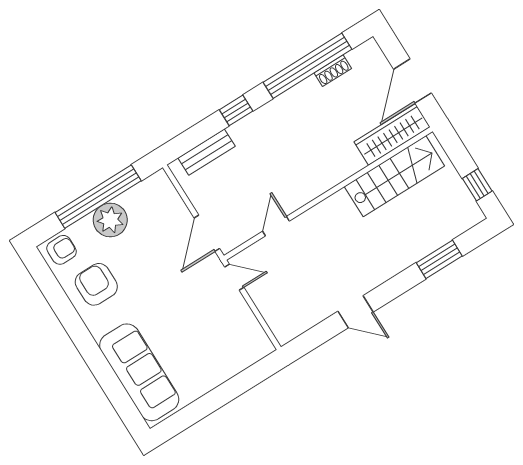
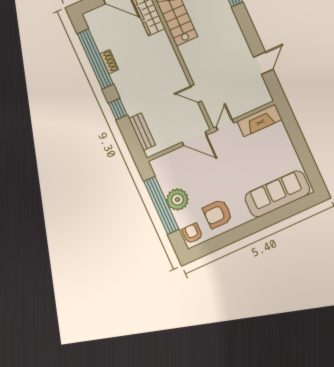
shoe rack: (333, 71) -> (109, 62), moved
door: (356, 312) -> (263, 63), moved
fireplace: (248, 329) -> (259, 120), added

